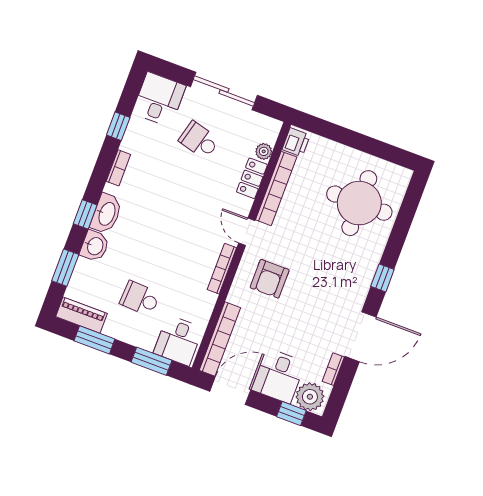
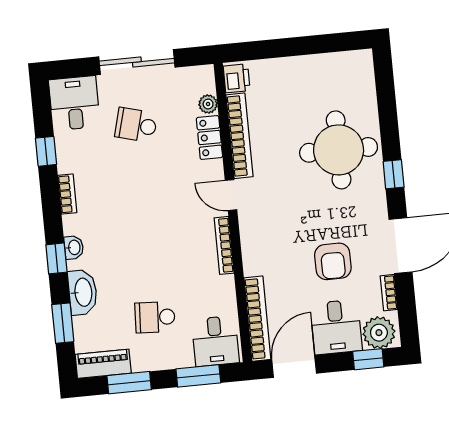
round table: (359, 203) -> (339, 150), moved
washbasin: (106, 214) -> (74, 247), width x0.52, depth x0.69
washbasin: (95, 246) -> (83, 292), width x1.38
armchair: (270, 279) -> (333, 261), moved

